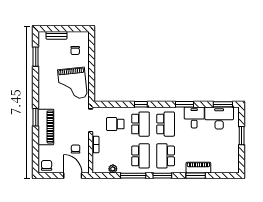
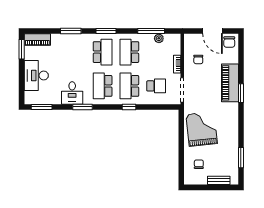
desk: (219, 118) -> (36, 75), moved, turned 90
window: (242, 136) -> (22, 49), moved
piano: (198, 168) -> (37, 40), moved
door: (73, 176) -> (212, 31), moved
window: (133, 176) -> (151, 31), moved

